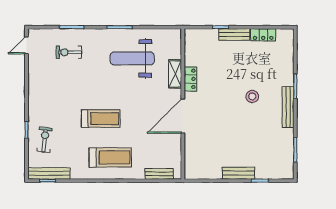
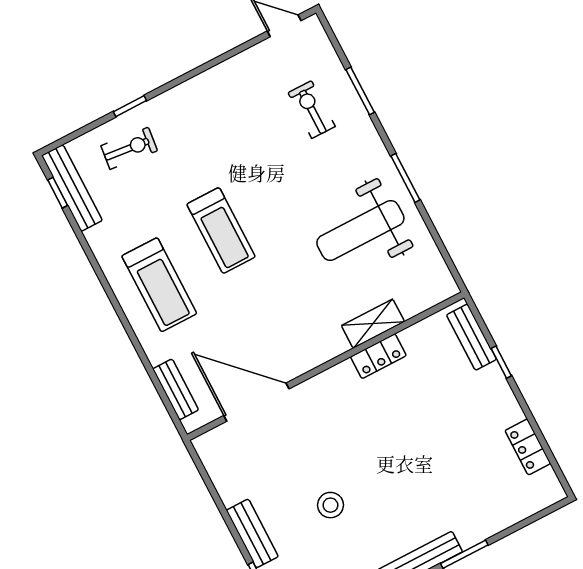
bench: (234, 34) -> (472, 337), moved
weight bench: (132, 58) -> (360, 231), turned -90
stool: (252, 96) -> (330, 505), moved
door: (183, 116) -> (256, 402), moved

